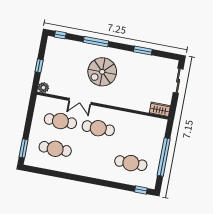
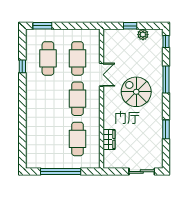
plant: (43, 88) -> (143, 35), moved
double door: (80, 101) -> (102, 75), swing flipped
wardrobe: (160, 109) -> (109, 139), moved
cafe table: (131, 163) -> (77, 139), moved
window: (141, 190) -> (22, 66), moved

